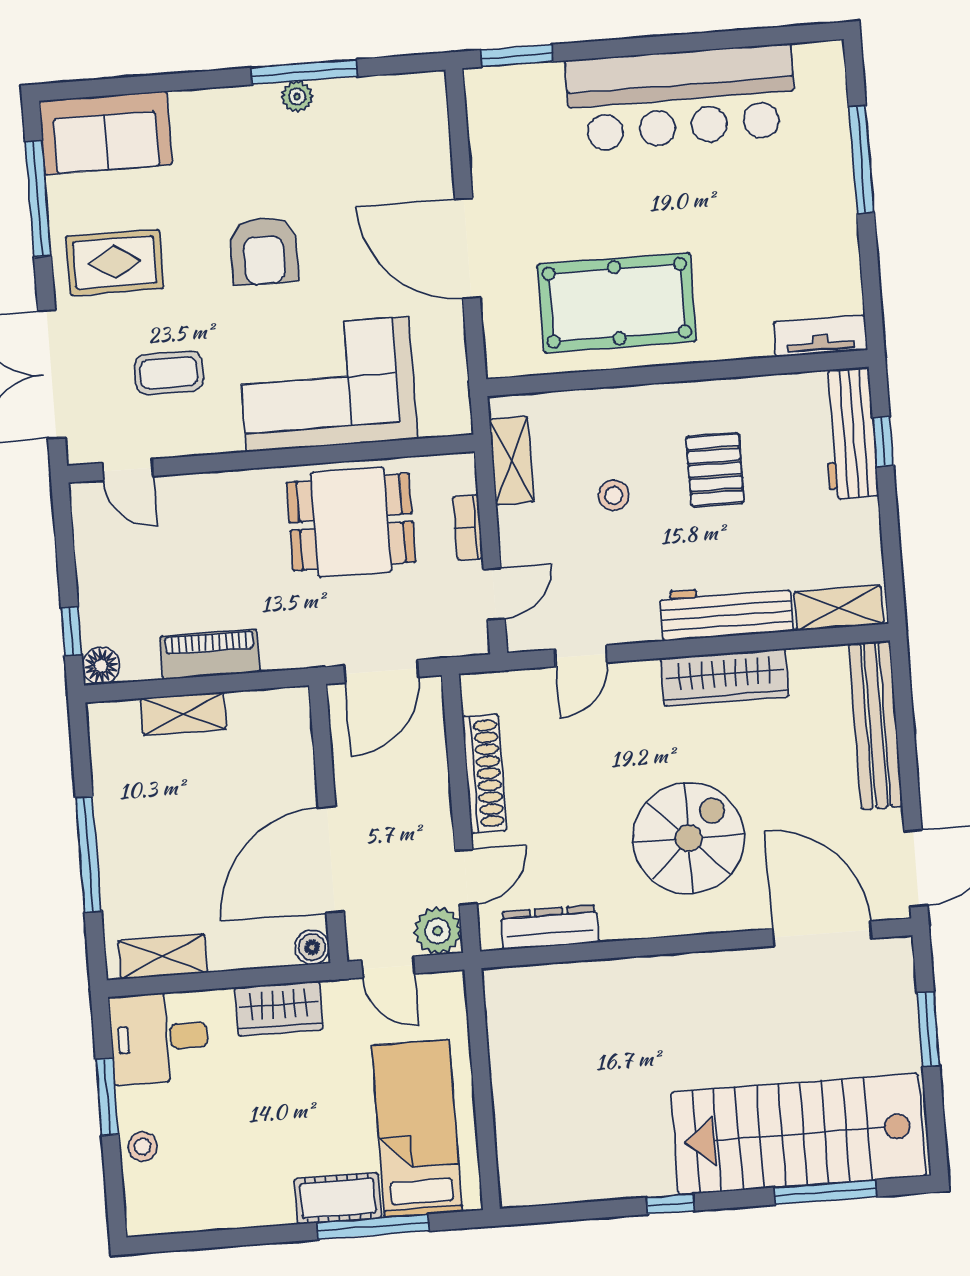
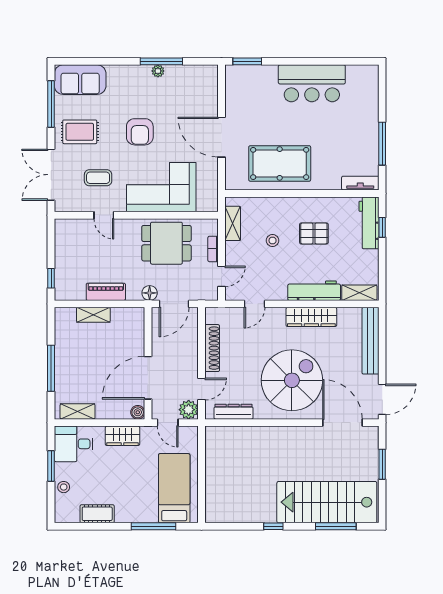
bar counter: (681, 98) -> (312, 83), width x0.73
window: (861, 160) -> (382, 144), moved
door: (128, 470) -> (104, 215), moved
pallet: (715, 470) -> (314, 233), turned 90
floor lamp: (101, 666) -> (150, 293), moved
spiral stairs: (689, 838) -> (292, 380), width x1.37, depth x1.37
cot: (338, 1198) -> (97, 514), moved

